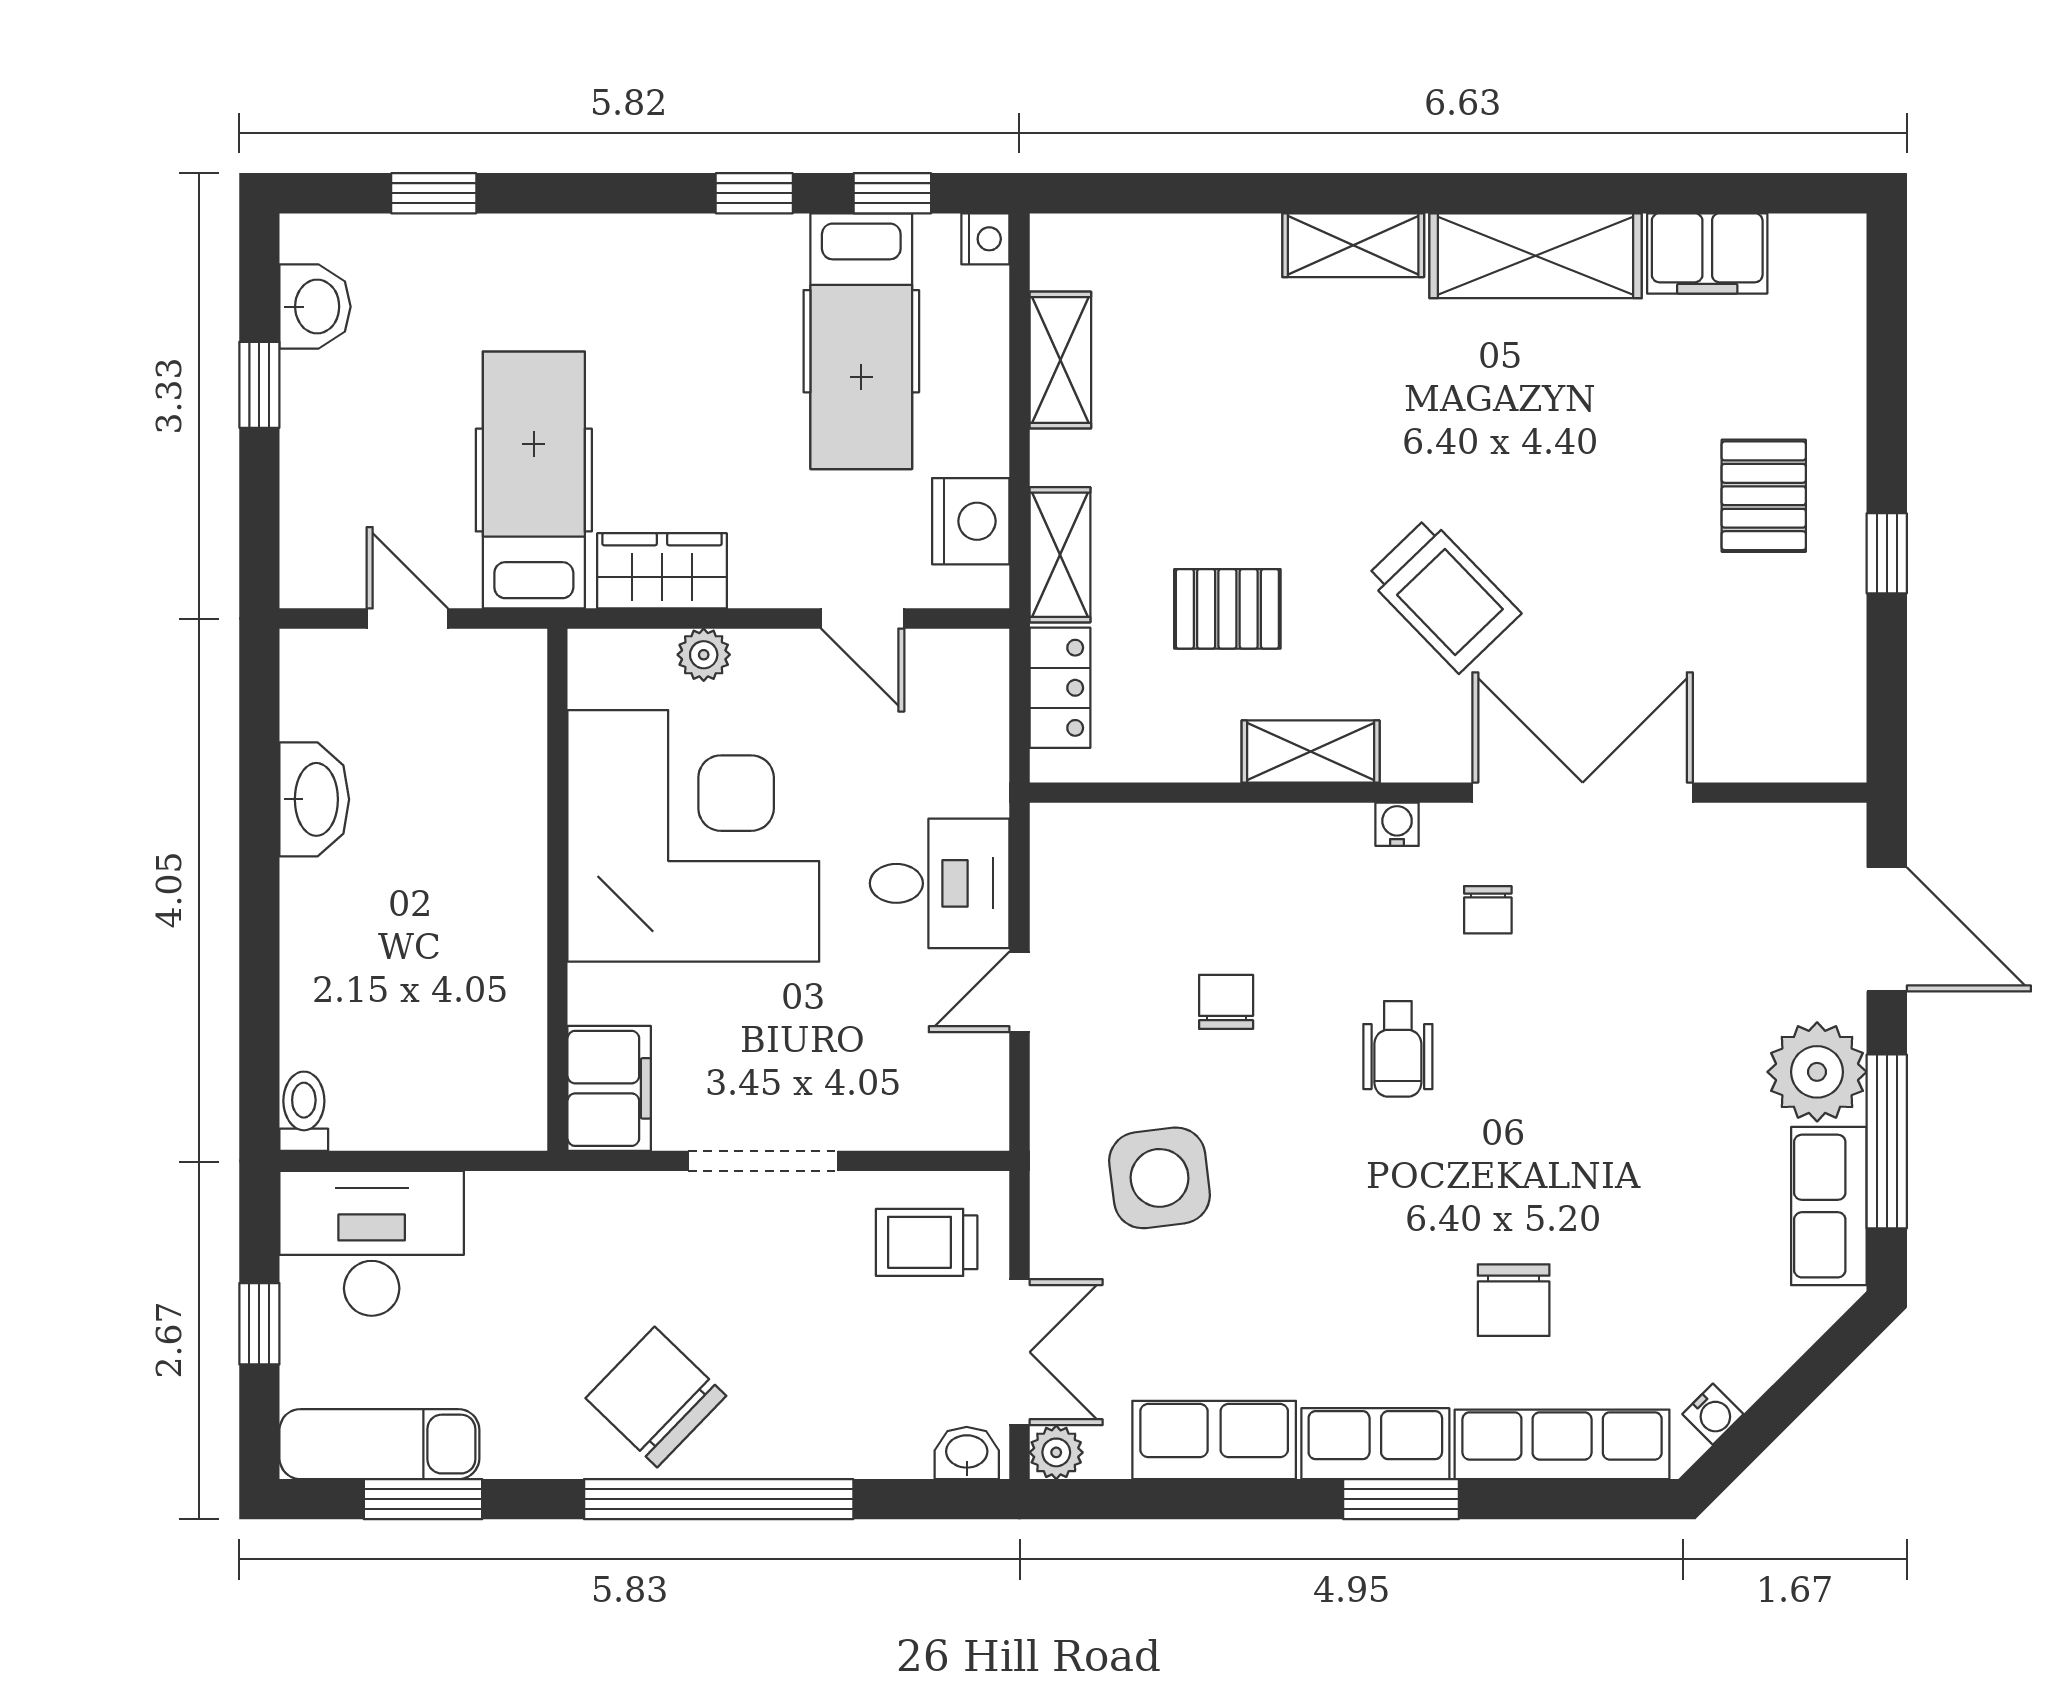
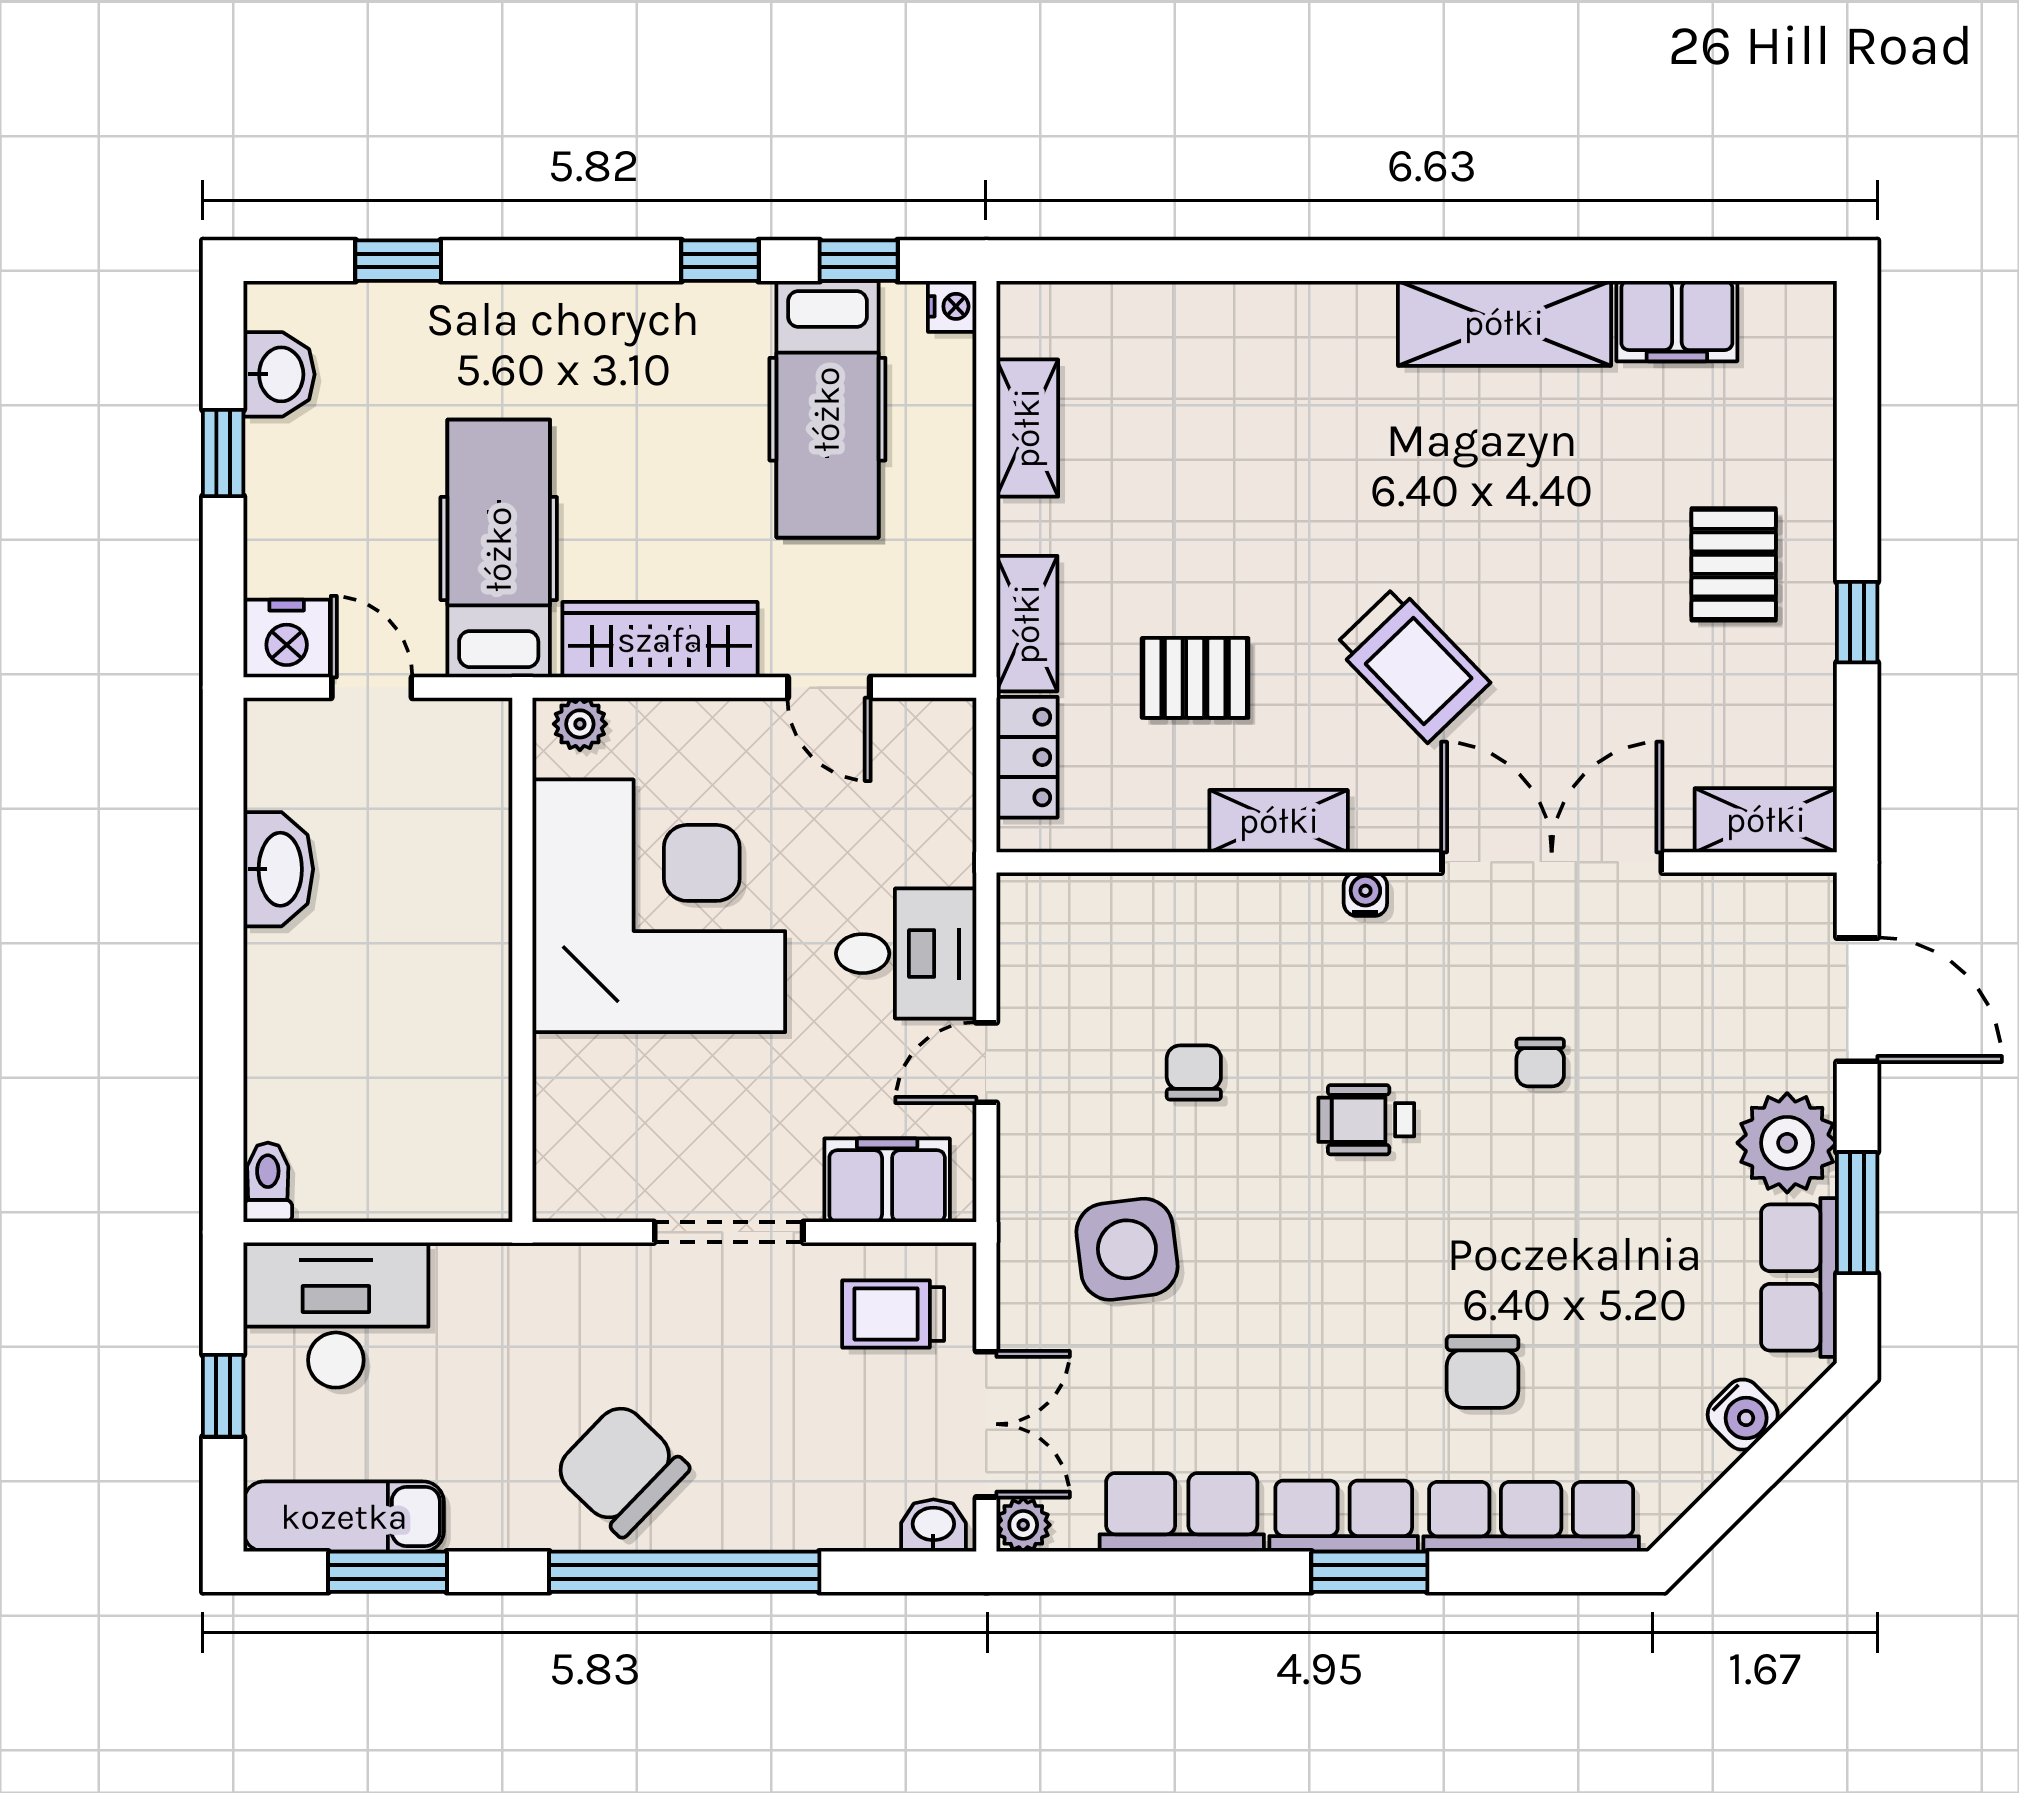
shelving: (1353, 245) -> (1766, 820), moved
nightstand: (971, 521) -> (287, 639), moved, turned 90
wardrobe: (662, 571) -> (660, 640), width x1.50
plant: (704, 655) -> (580, 724), moved
chair: (1488, 910) -> (1540, 1063), moved
wheelchair: (1398, 1049) -> (1366, 1120), turned 90
filing cabinet: (609, 1088) -> (887, 1180), moved, turned -90
window: (1887, 1141) -> (1857, 1213), width x0.69
water cooler: (1713, 1414) -> (1743, 1415), moved, width x1.38, depth x1.38

